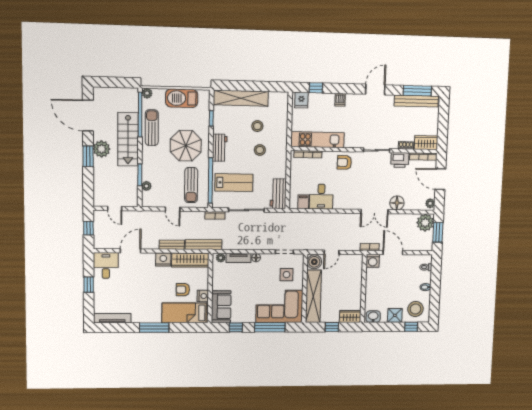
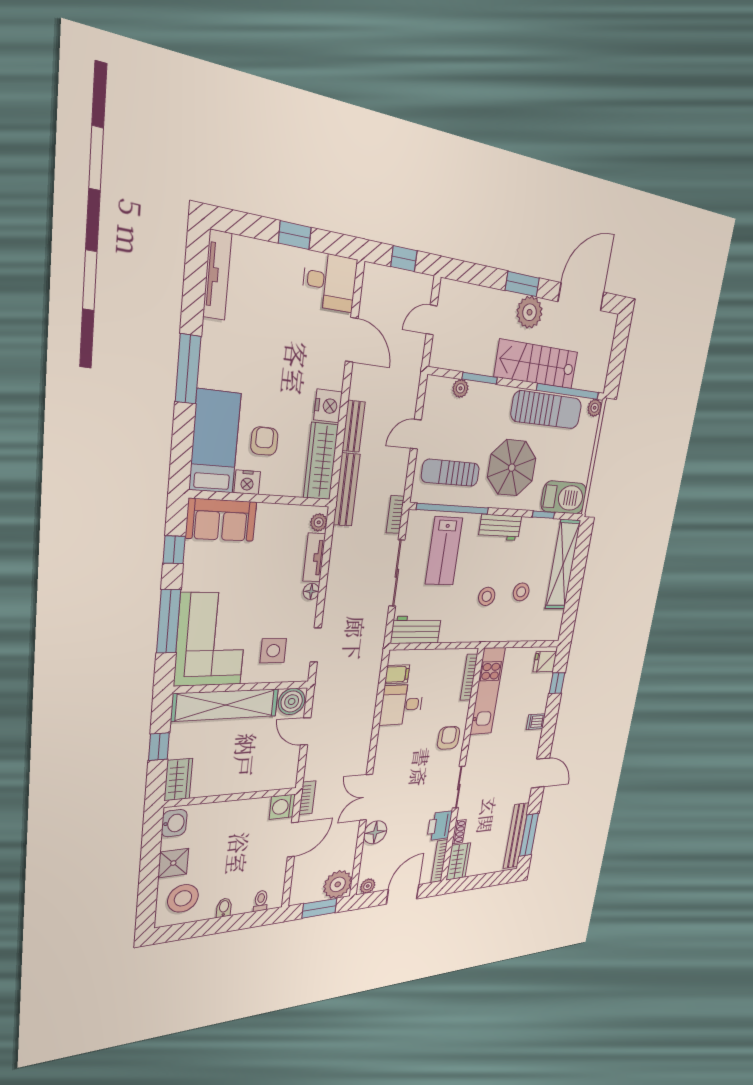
barbecue: (182, 98) -> (564, 497), moved, turned 90
sun lounger: (152, 128) -> (547, 410), width x1.36, depth x1.34
window: (411, 327) -> (147, 897), removed

